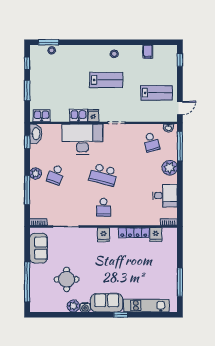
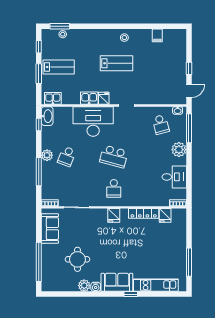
window: (180, 60) -> (189, 68), moved
lab bench: (157, 93) -> (59, 67), moved

